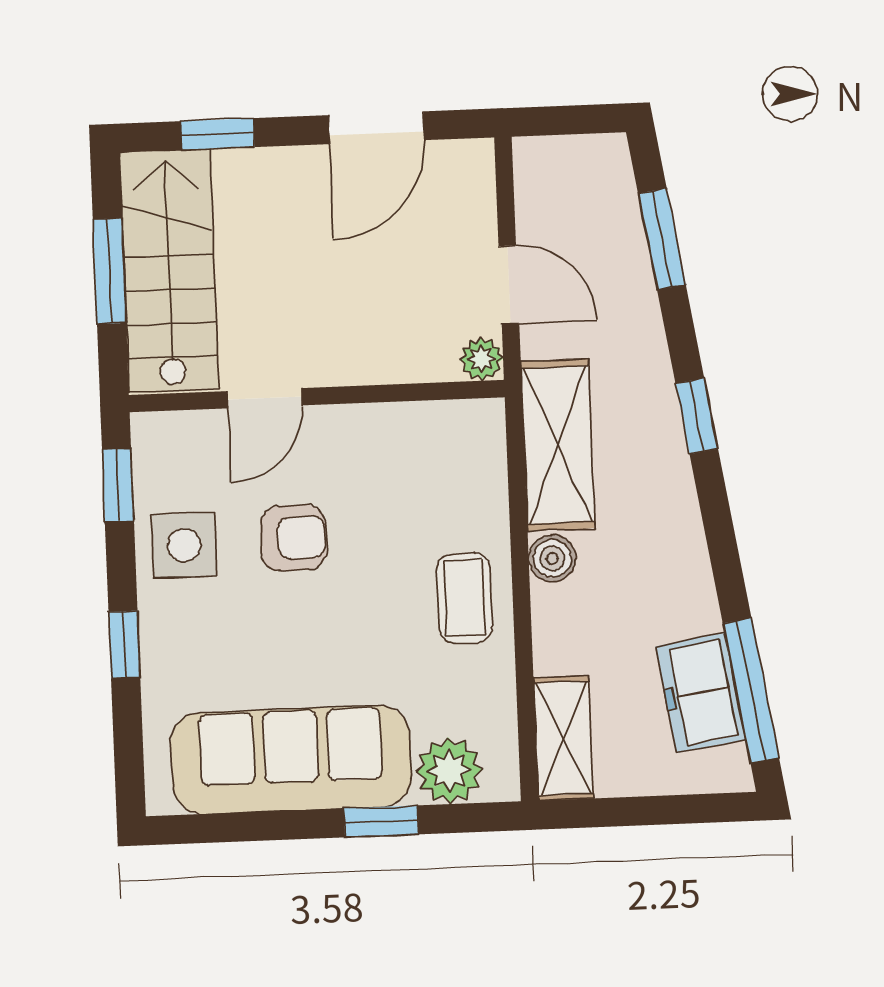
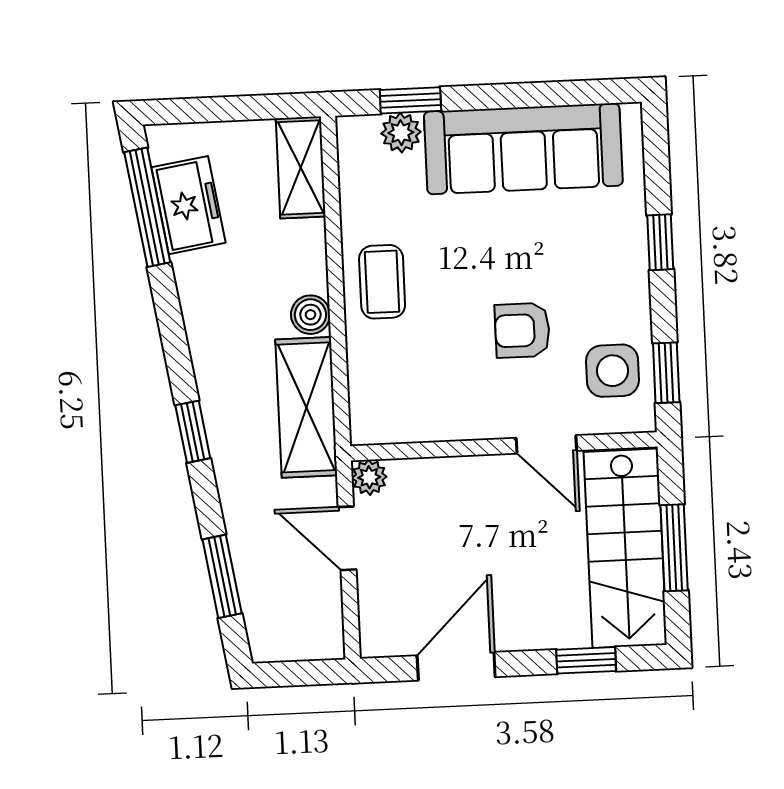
door: (265, 398) -> (546, 444), swing flipped
side table: (184, 545) -> (612, 371), moved
plant: (449, 771) -> (401, 133), width x0.73, depth x0.73
window: (381, 821) -> (410, 100), moved

